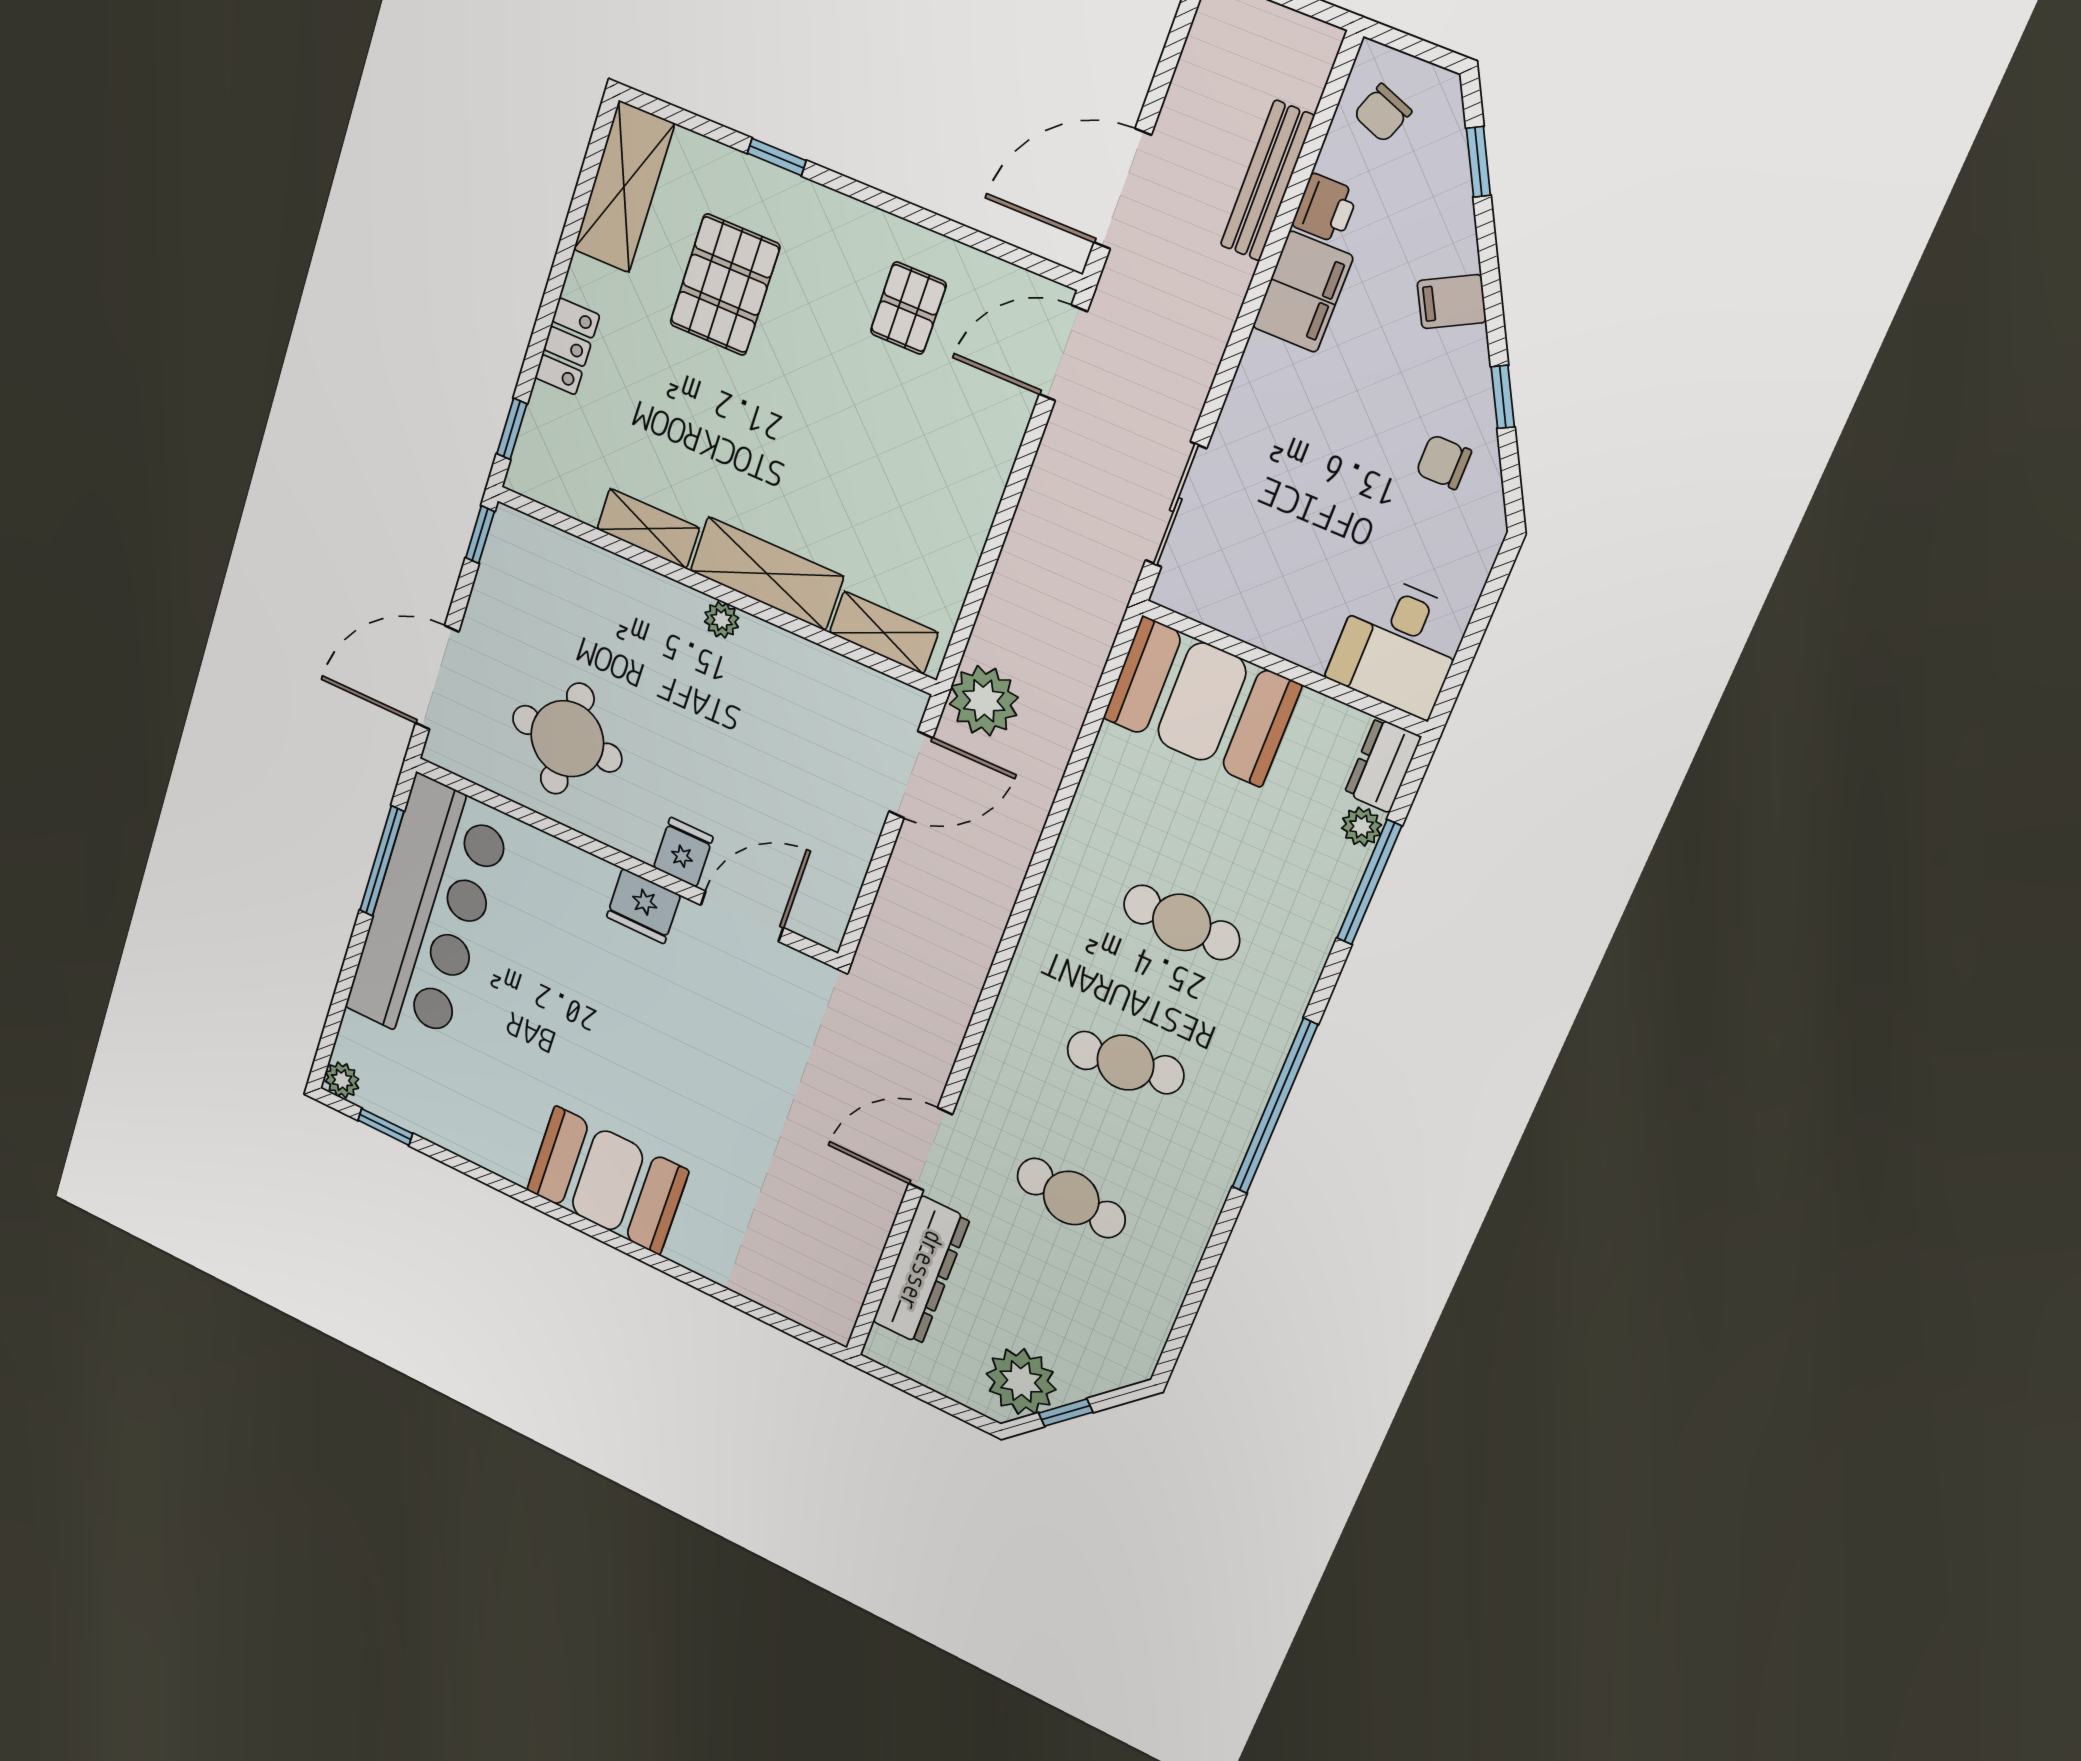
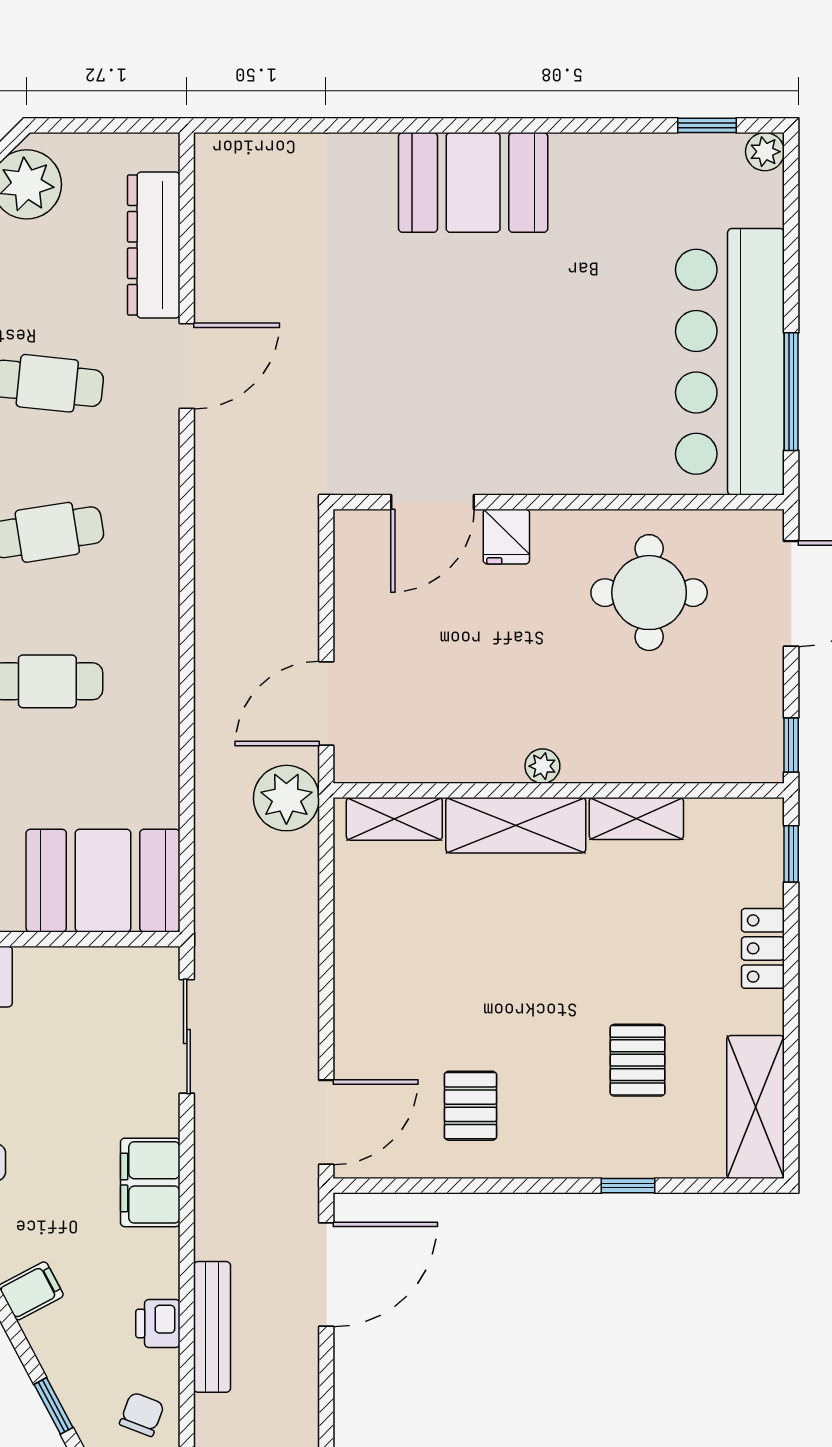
pallet: (725, 285) -> (638, 1060), width x0.67, depth x0.71
filing cabinet: (1303, 292) -> (150, 1182), moved
fridge: (643, 906) -> (527, 468), removed

